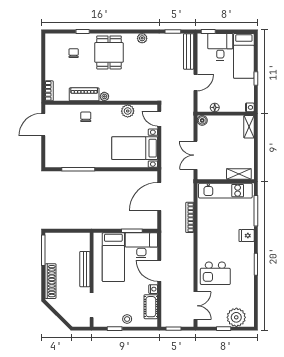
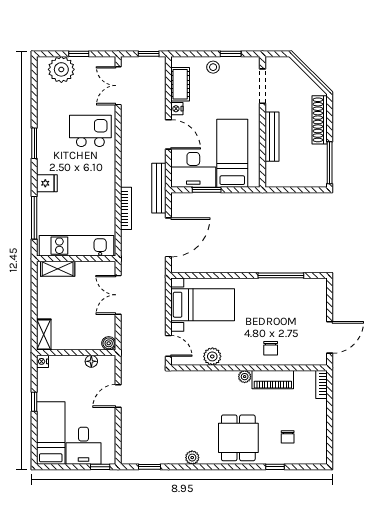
bench: (189, 51) -> (159, 188), moved
double door: (195, 155) -> (118, 295), swing flipped

